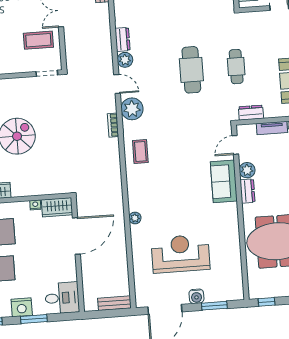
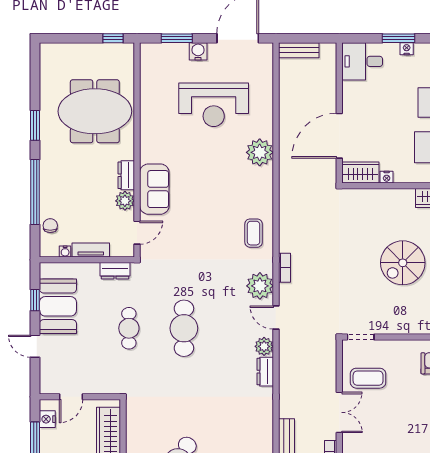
plant: (135, 218) -> (260, 152), width x1.88, depth x1.88
nightstand: (22, 307) -> (407, 49), width x0.53, depth x0.56

